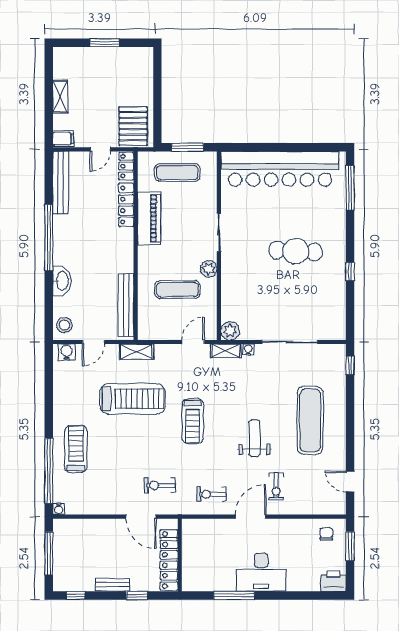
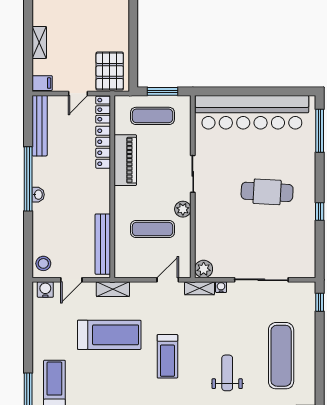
washbasin: (62, 281) -> (38, 195), moved, width x0.52, depth x0.69

